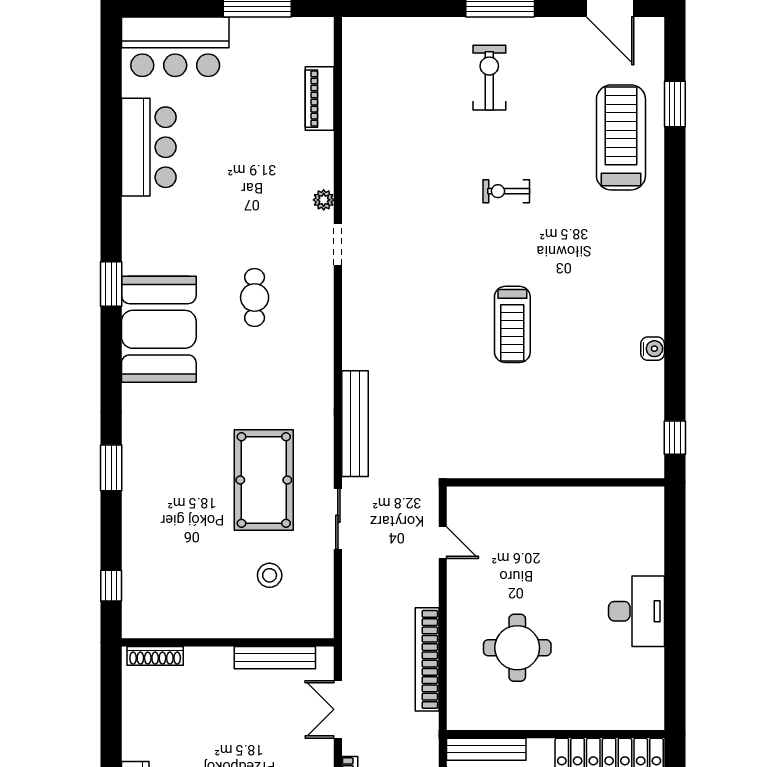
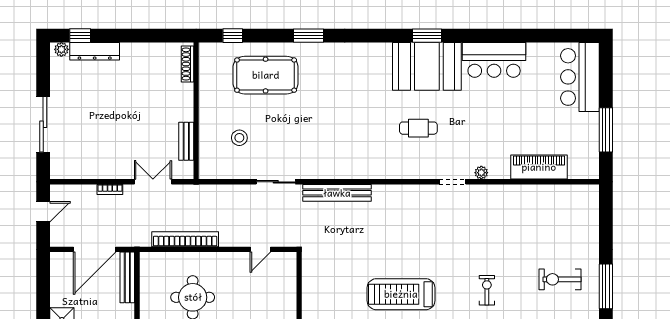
exercise bike: (489, 78) -> (560, 279), turned 180
piano: (320, 99) -> (539, 167), width x1.37, depth x1.33
bar counter: (149, 147) -> (494, 60), moved
treadmill: (512, 324) -> (401, 294), width x1.37, depth x1.38
booth: (159, 329) -> (427, 66), moved
pool table: (264, 480) -> (266, 75), moved
bench: (275, 658) -> (186, 141), width x0.73

